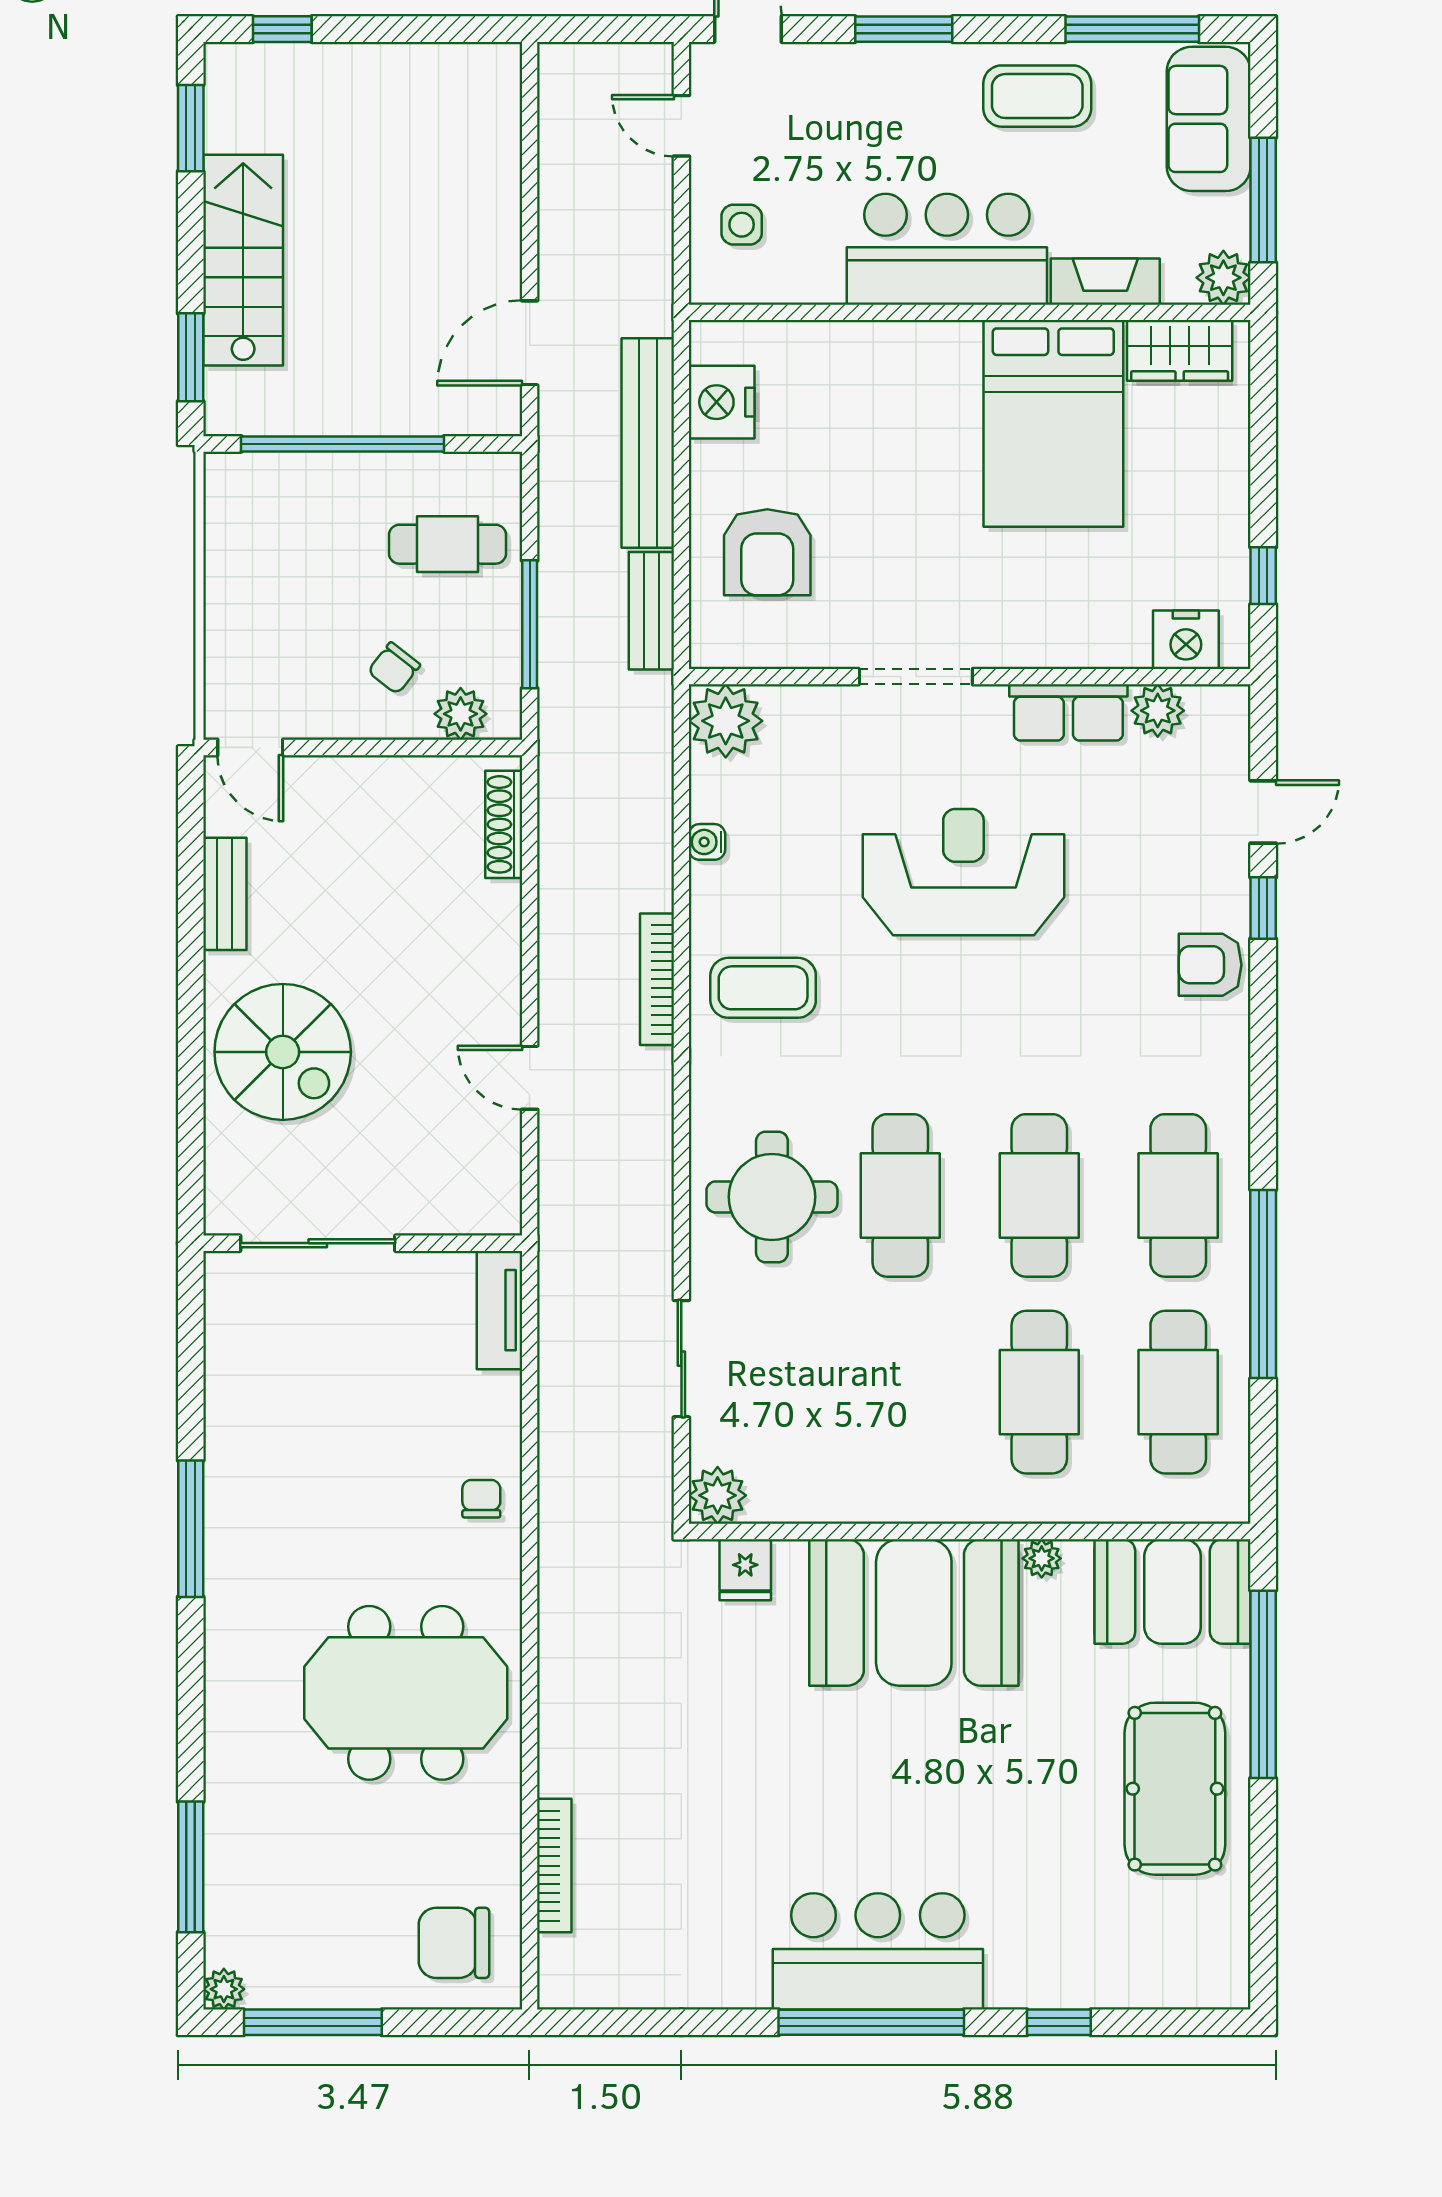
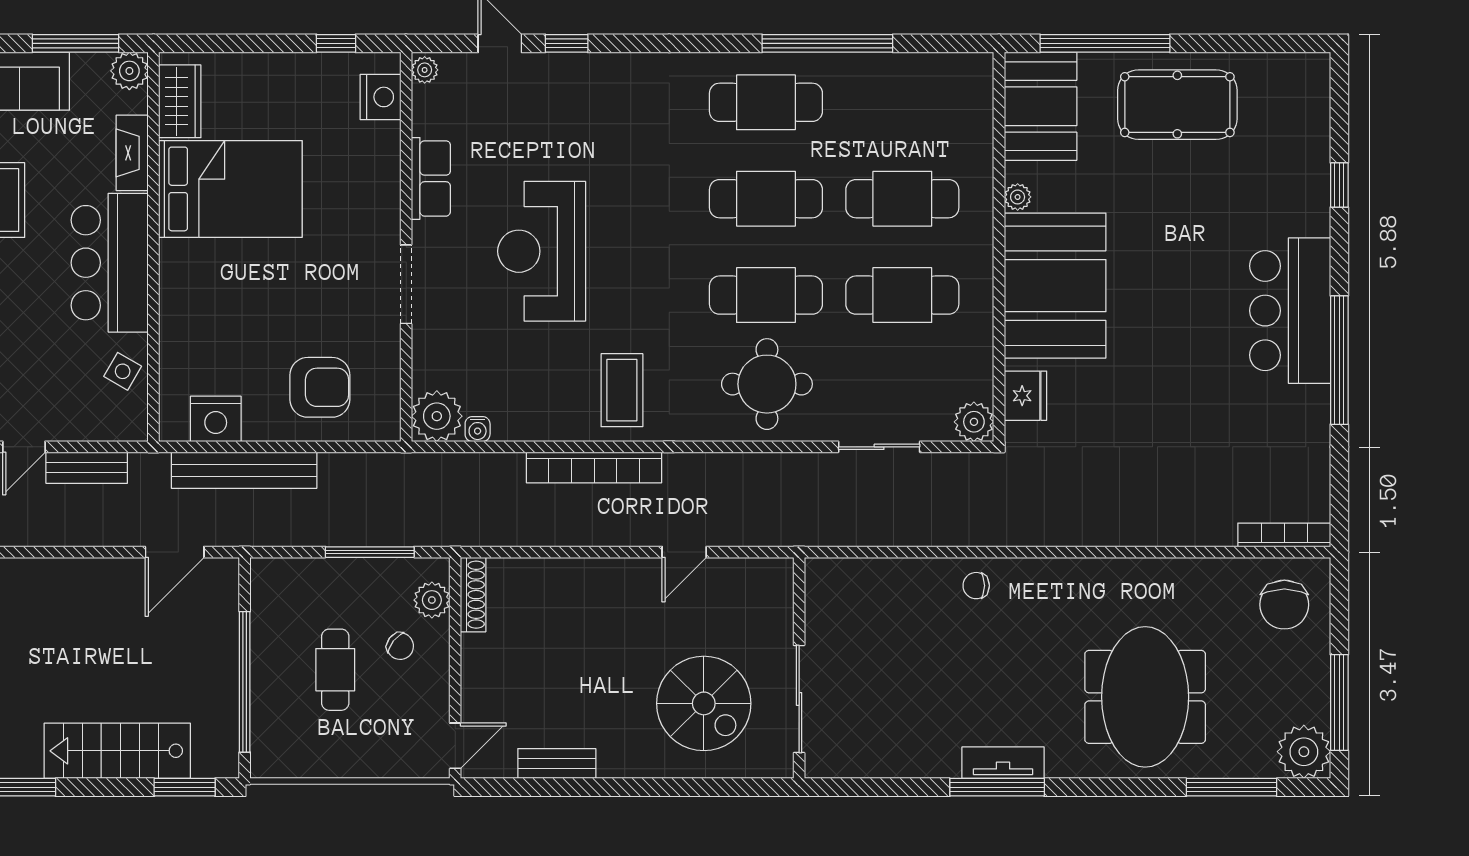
side table: (742, 225) -> (123, 371), moved, turned 30
door: (530, 343) -> (175, 552), hinge flipped
cafe table: (448, 544) -> (335, 670), moved
bench: (651, 611) -> (87, 468), moved
plant: (1158, 711) -> (425, 70), moved, width x0.73, depth x0.73
shoe rack: (504, 824) -> (473, 595), moved, turned -90
water cooler: (707, 842) -> (478, 429), moved
armchair: (1210, 965) -> (606, 80), removed
bookcase: (657, 979) -> (594, 467), width x1.48, depth x1.31
spiral stairs: (283, 1052) -> (704, 703), moved, turned 90
tv unit: (499, 1310) -> (1003, 763), moved, turned 180
cafe table: (1178, 1392) -> (902, 295), moved
fridge: (745, 1570) -> (1025, 396), width x1.38
meeting table: (406, 1693) -> (1145, 697), moved
bookcase: (554, 1866) -> (1284, 535), moved
plant: (224, 1989) -> (1304, 752), width x1.87, depth x1.87
window: (871, 2022) -> (1339, 360), moved

